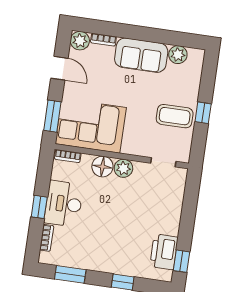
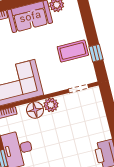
window: (203, 113) -> (96, 53), moved

